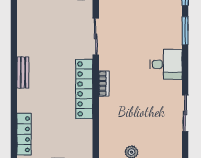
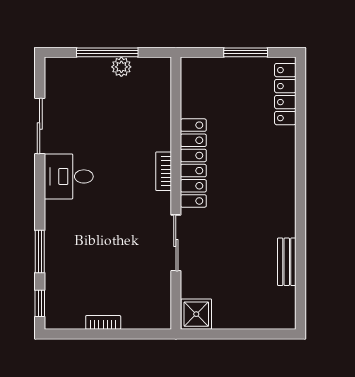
desk: (166, 64) -> (69, 176), moved
bench: (23, 73) -> (287, 262), moved

